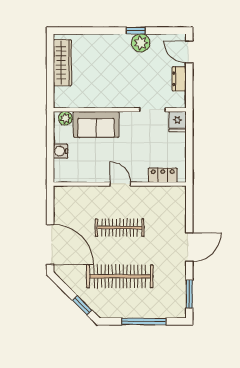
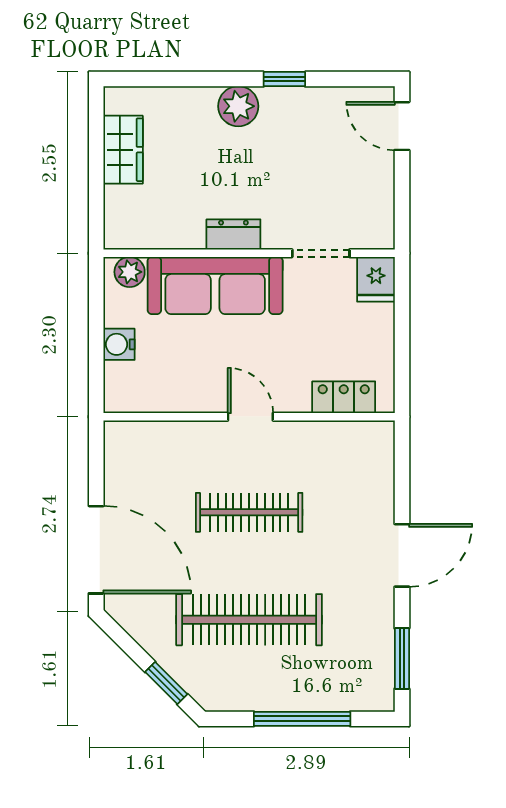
plant: (141, 43) -> (238, 106), moved
wardrobe: (62, 63) -> (123, 150), width x0.67
dresser: (179, 79) -> (233, 234), moved, turned 90
sofa: (96, 124) -> (215, 285), width x1.36

